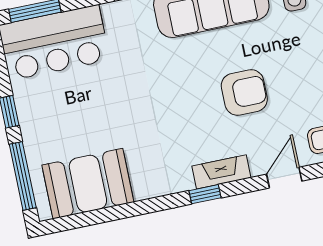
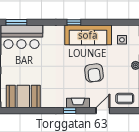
armchair: (244, 92) -> (94, 73), turned 83

